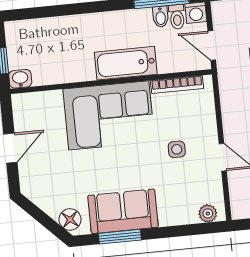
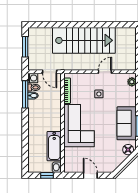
door: (212, 45) -> (50, 72), hinge flipped
bathtub: (126, 63) -> (54, 146), moved

